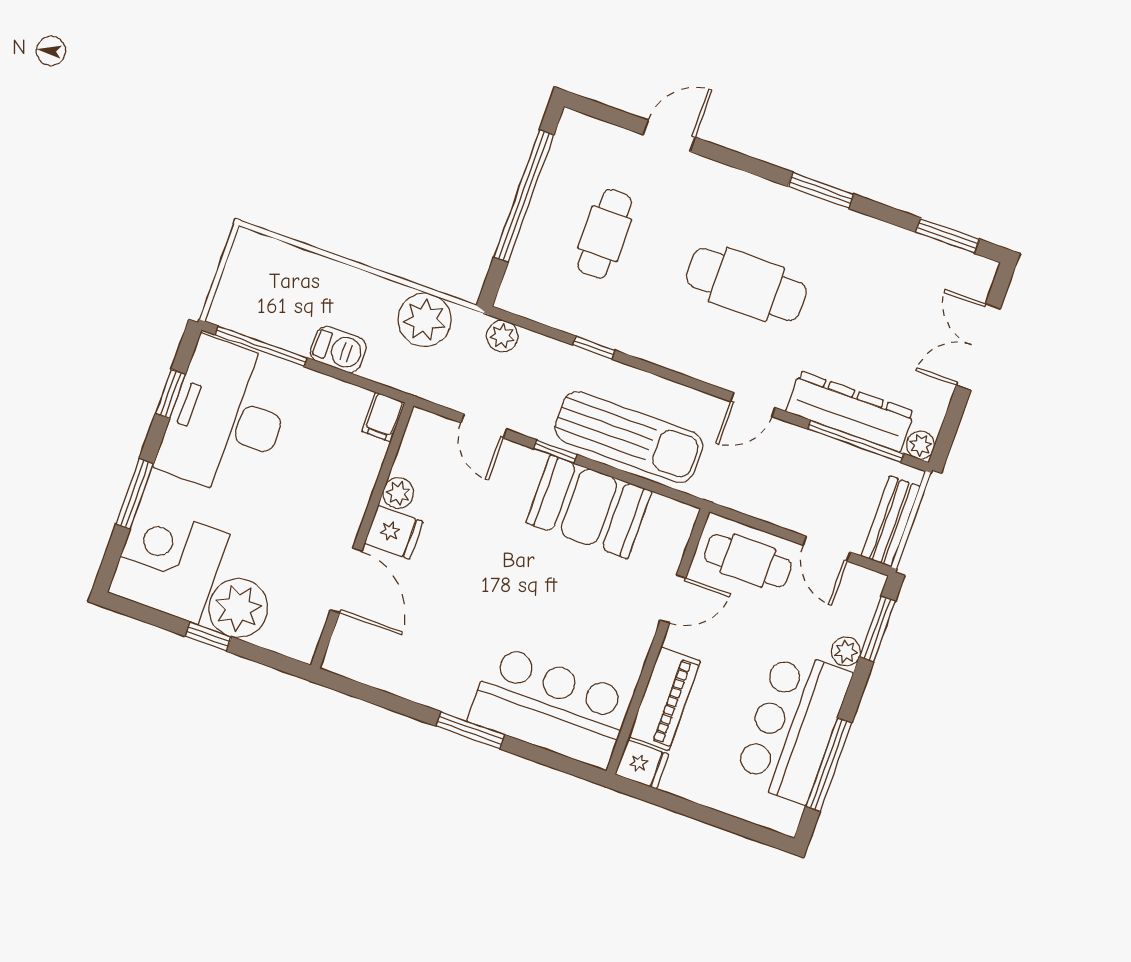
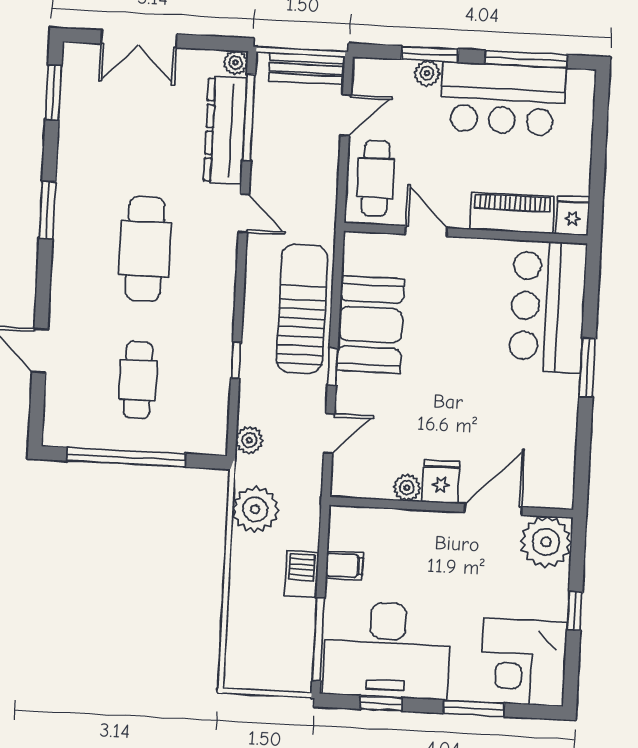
cafe table: (605, 234) -> (138, 380), turned 90
filing cabinet: (383, 417) -> (344, 565), moved
plant: (238, 608) -> (546, 542), moved
window: (877, 629) -> (430, 54), moved

